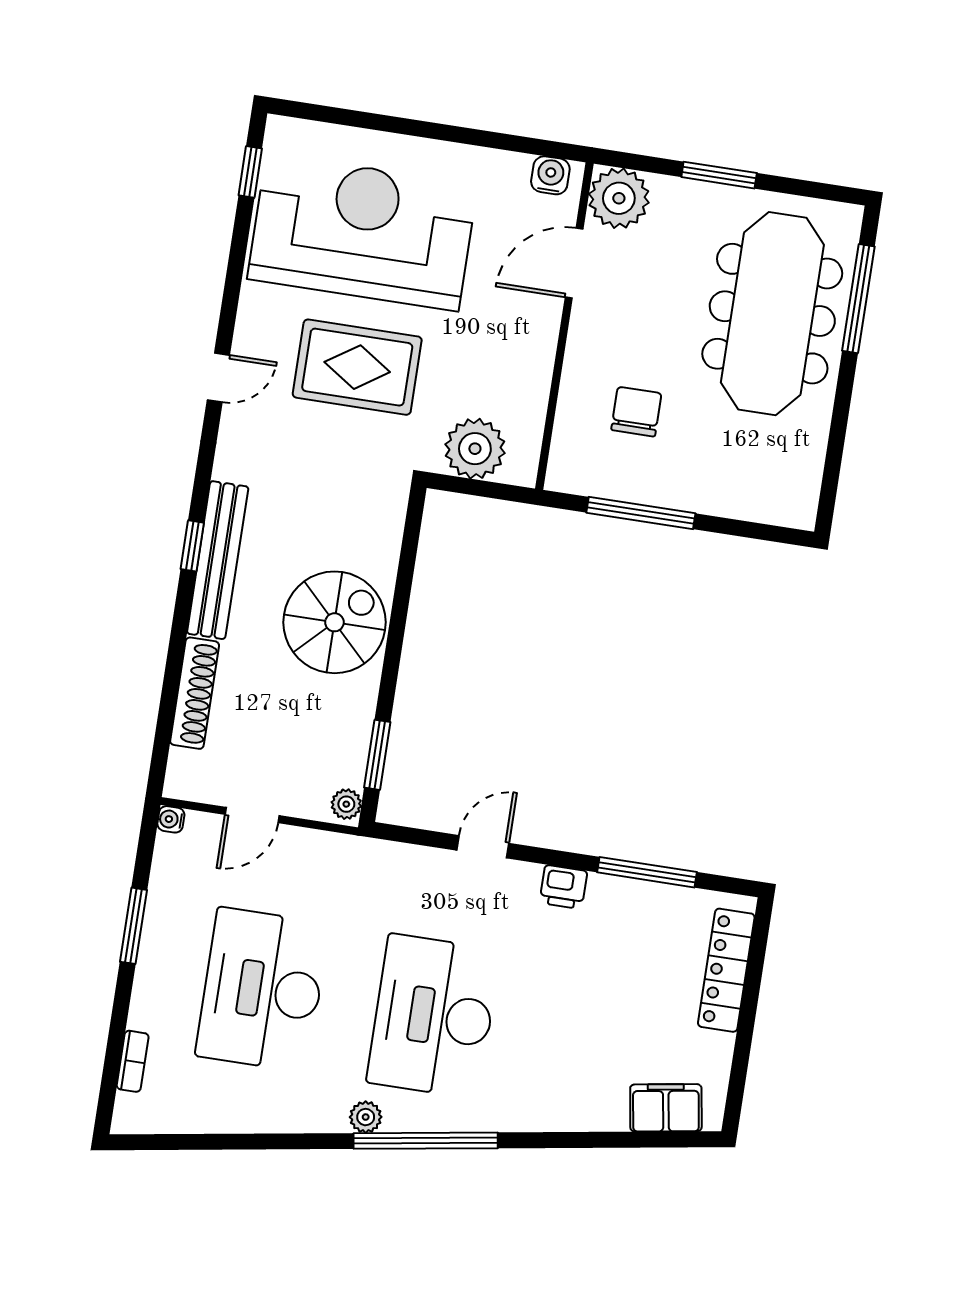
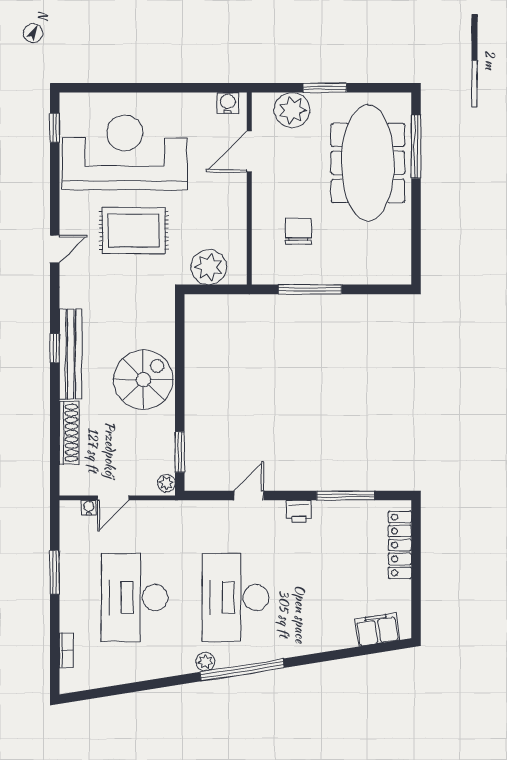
plant: (619, 198) -> (292, 110), moved
water cooler: (171, 819) -> (89, 508), moved, turned 90

